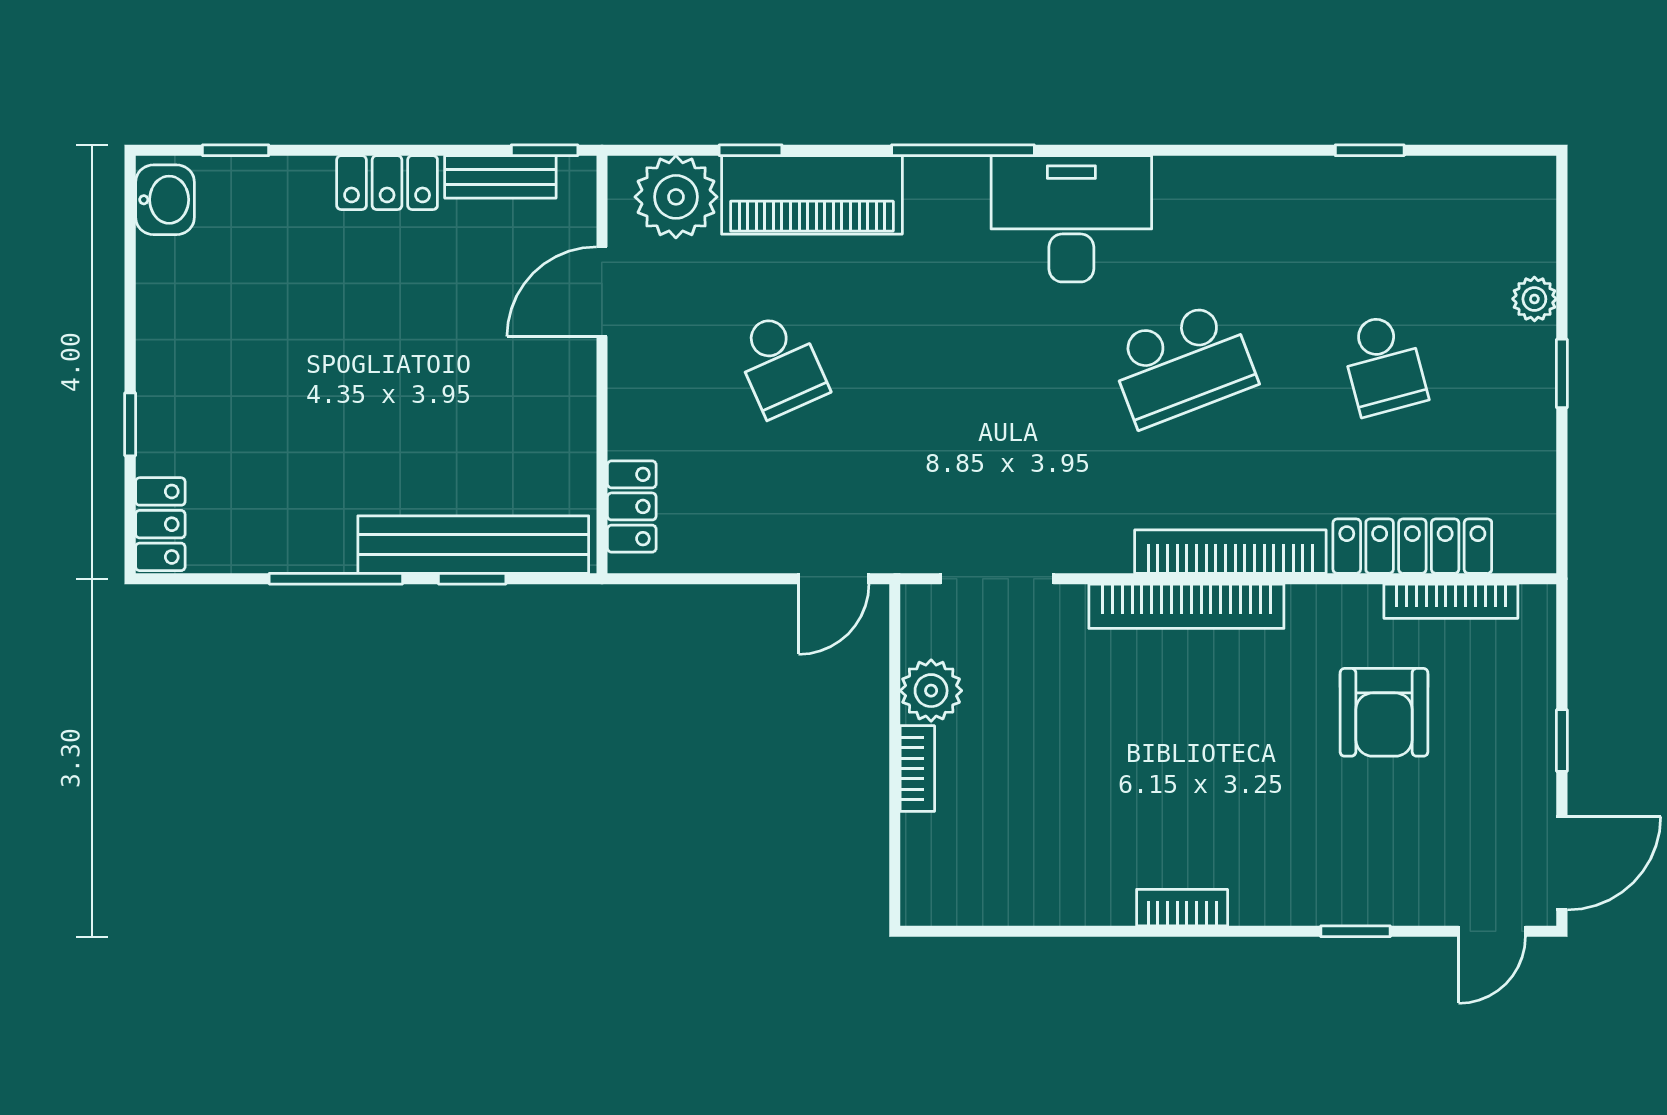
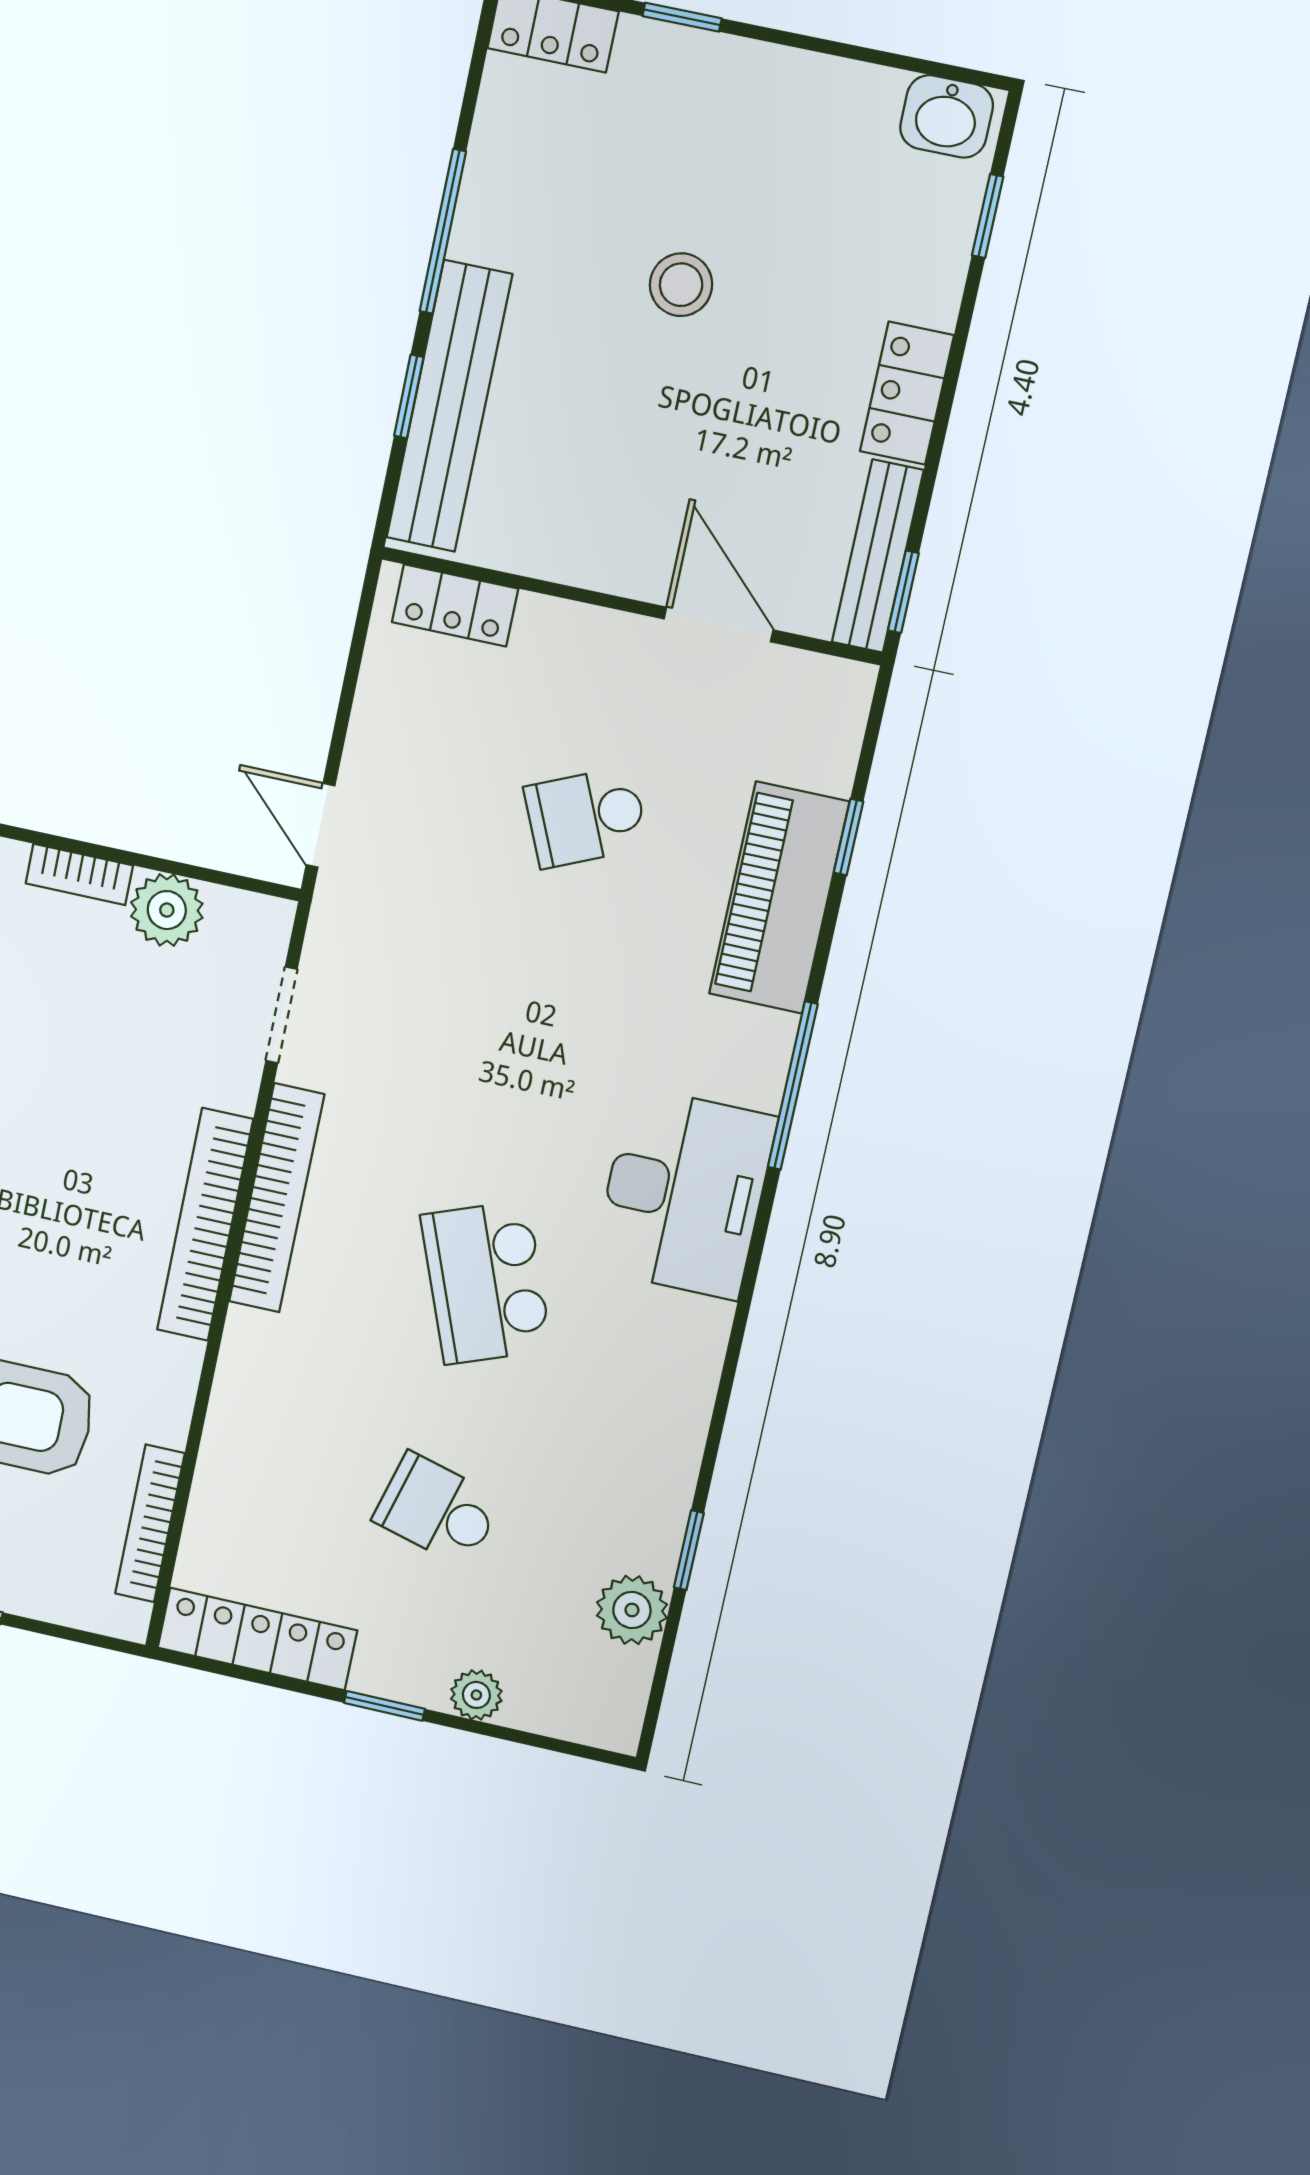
bench: (500, 177) -> (878, 556), width x1.36
plant: (676, 197) -> (632, 1610), moved, width x0.73, depth x0.73
school desk: (1384, 364) -> (437, 1510), turned 30
stool: (339, 380) -> (681, 285), added
locker: (1412, 546) -> (257, 1639), moved, turned -90
bookcase: (1230, 552) -> (277, 1198), moved
doorway: (997, 579) -> (281, 1015), width x0.73

